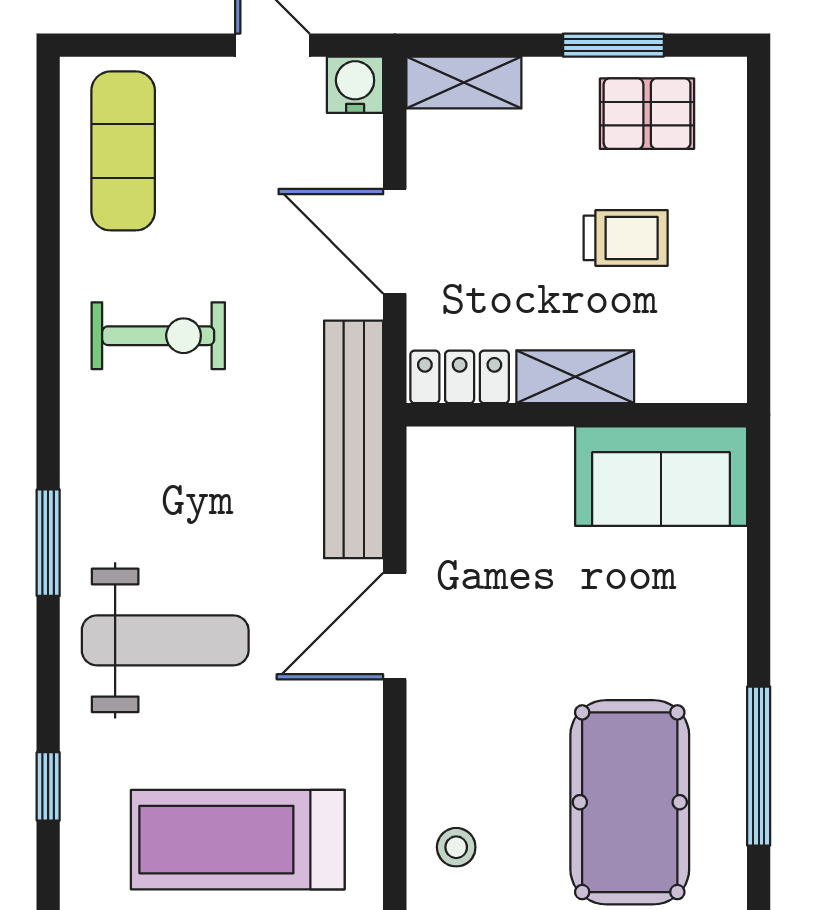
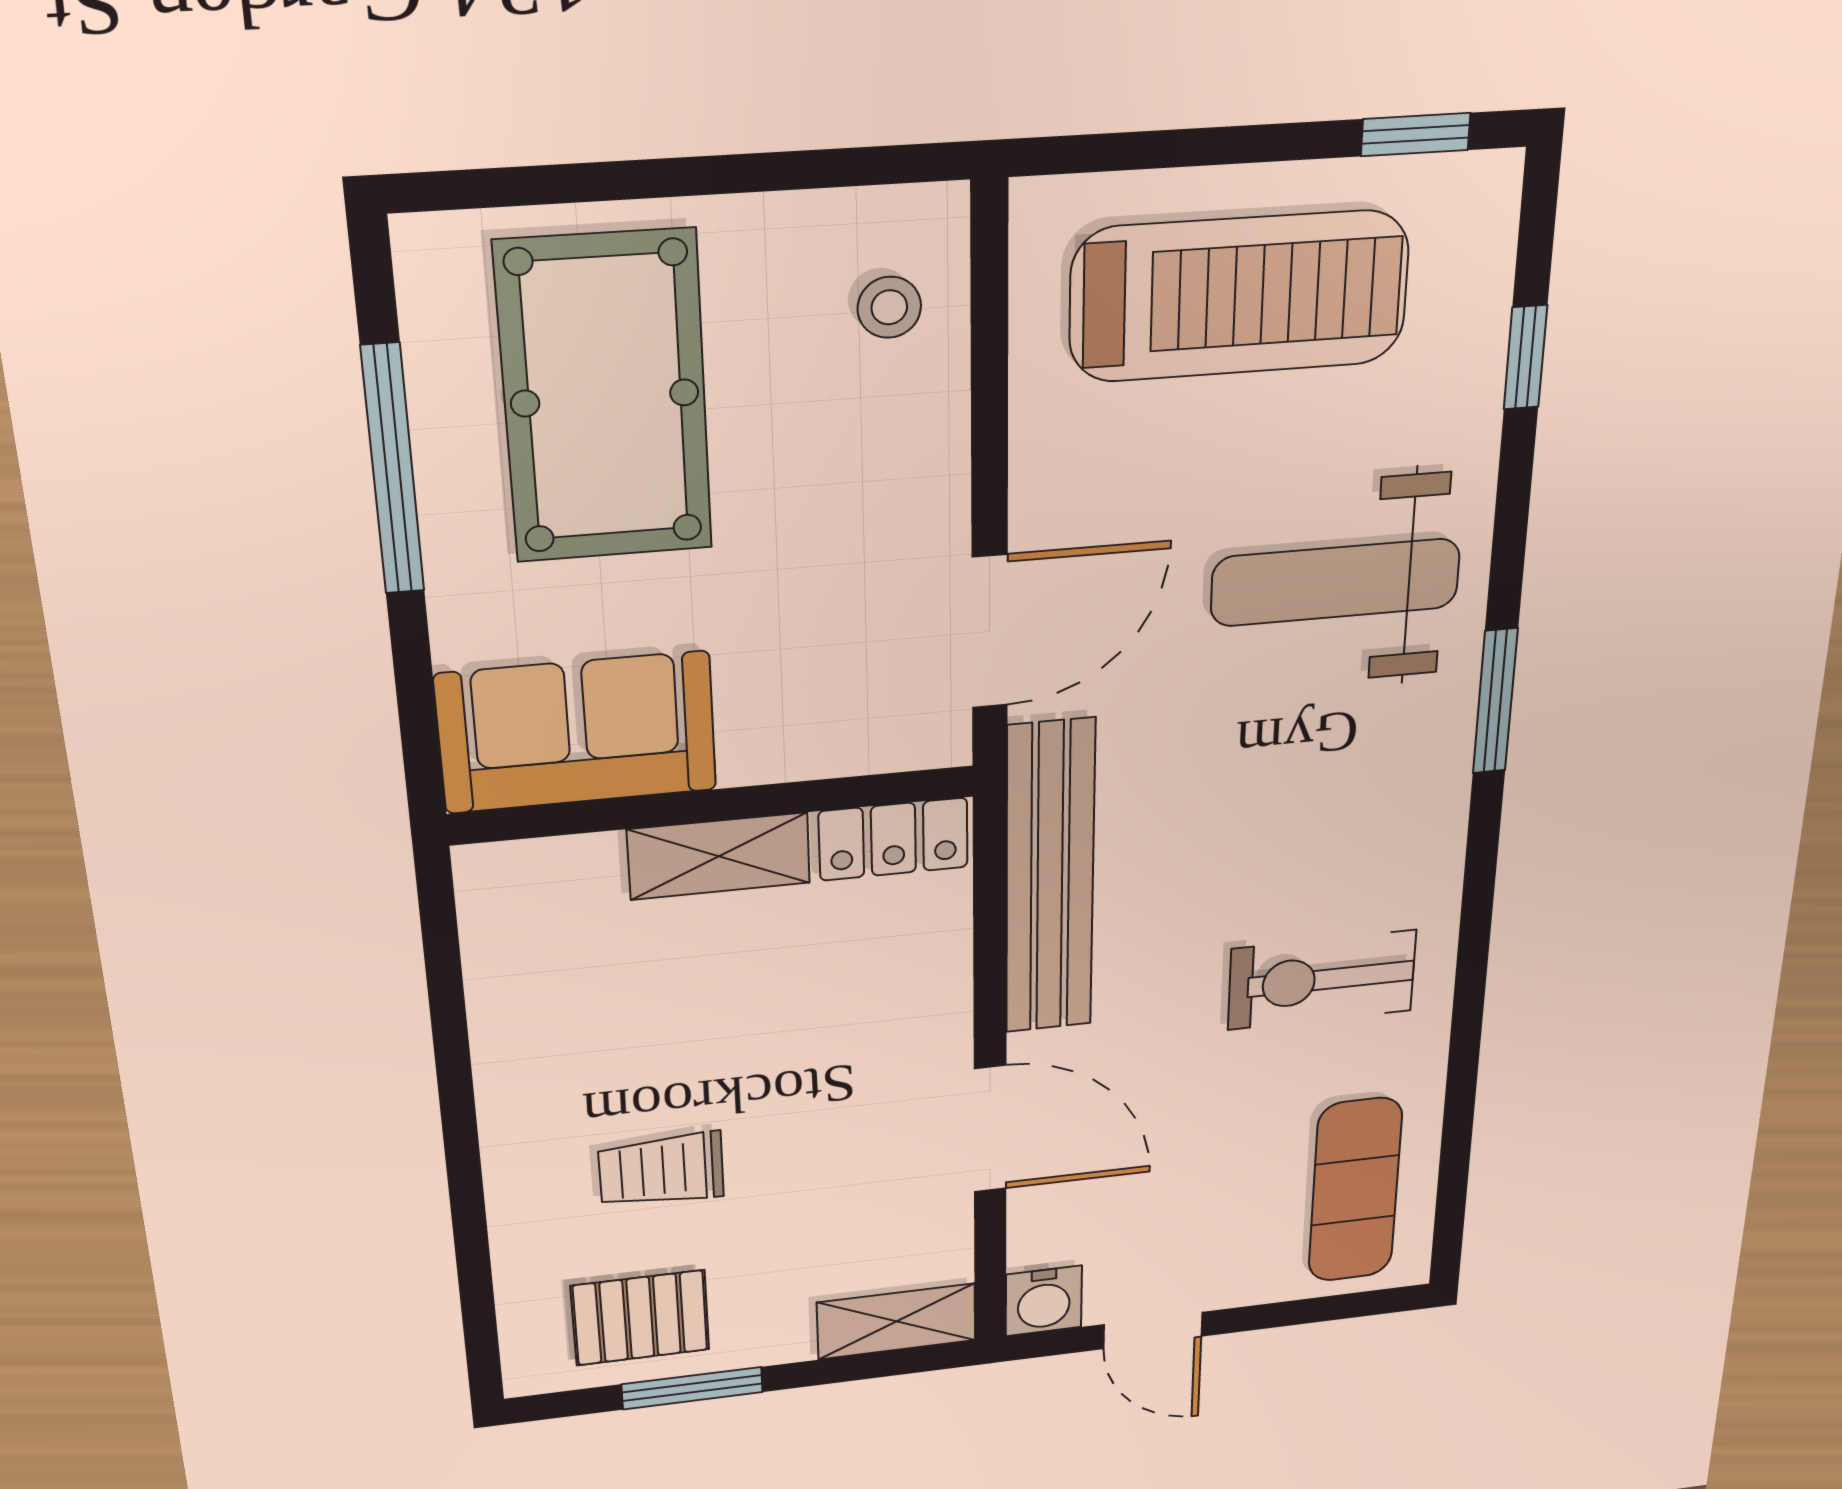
locker: (460, 377) -> (893, 839), moved
shelving: (575, 377) -> (719, 856), moved
wall: (577, 415) -> (714, 805), moved
sofa: (661, 476) -> (577, 732), moved

